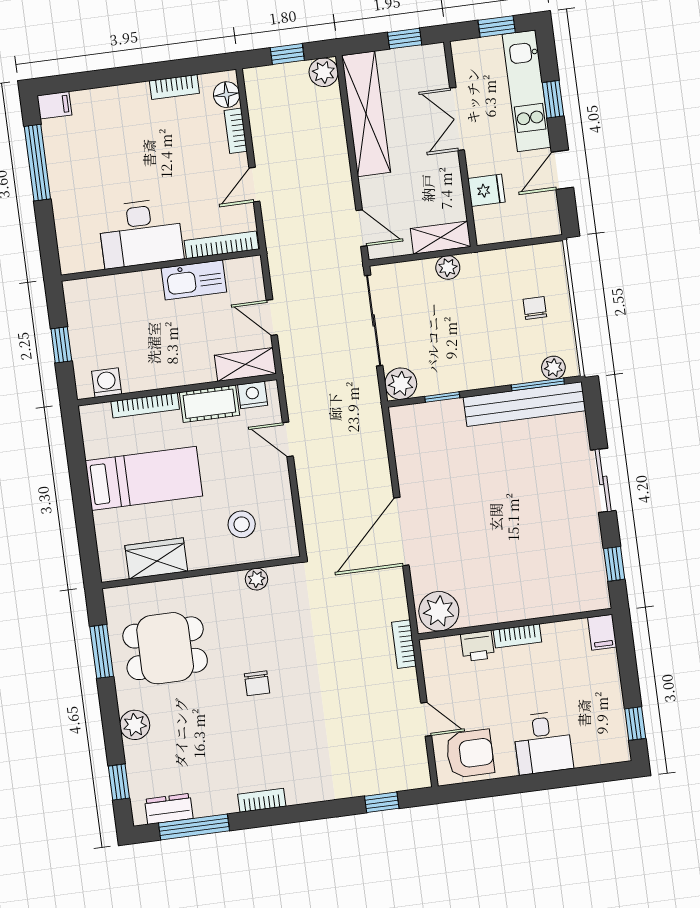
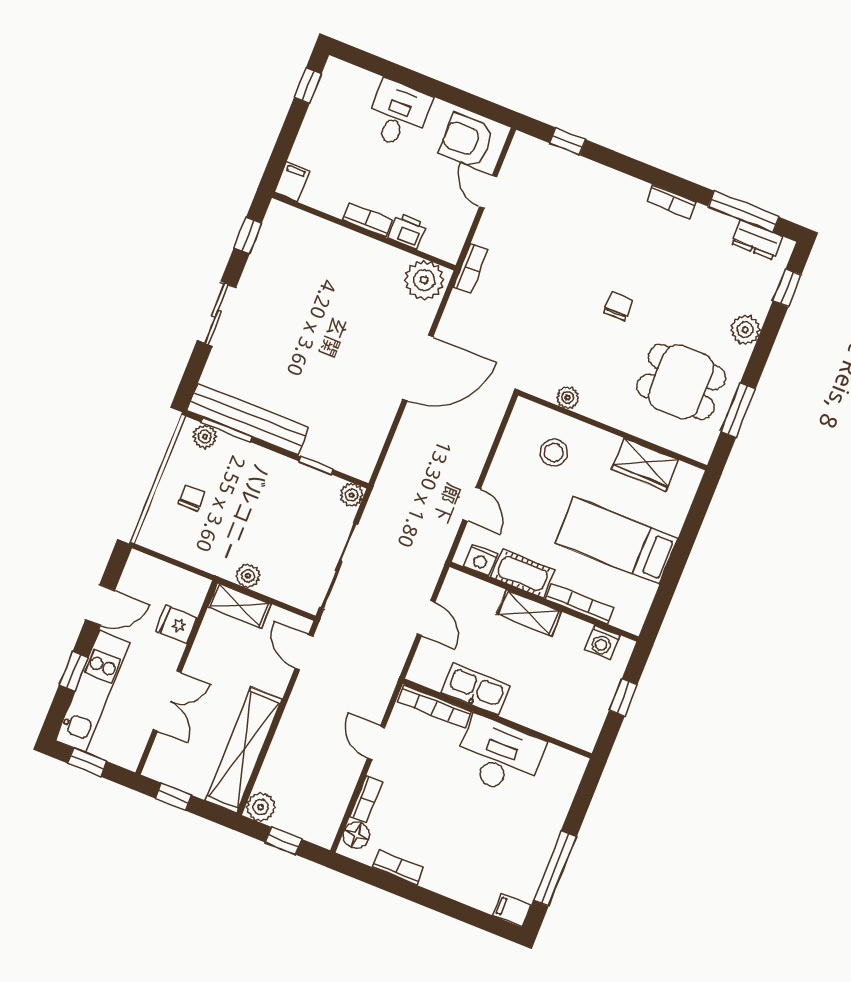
door: (254, 185) -> (376, 743), swing flipped
chair: (535, 308) -> (192, 498), turned 180
shelving: (245, 364) -> (529, 613), moved
plant: (401, 384) -> (351, 495), width x0.73, depth x0.73

